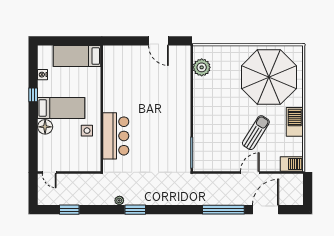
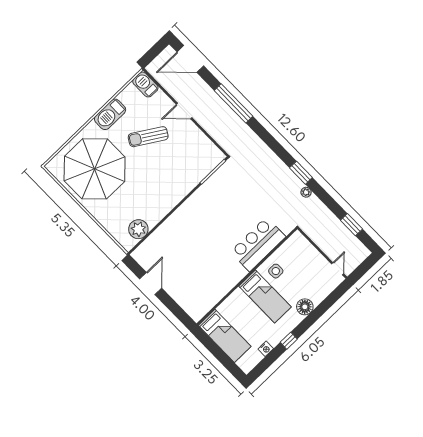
bed: (61, 108) -> (265, 296), moved, turned 180
door: (266, 210) -> (190, 59), moved

